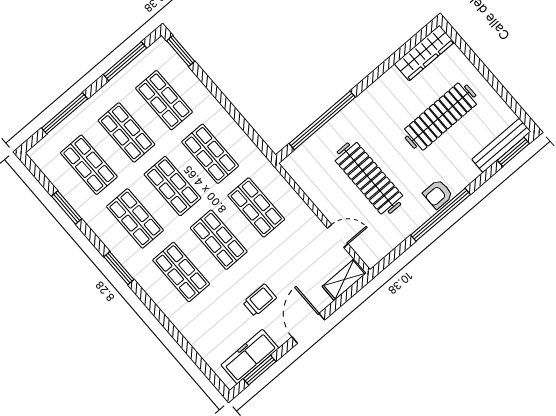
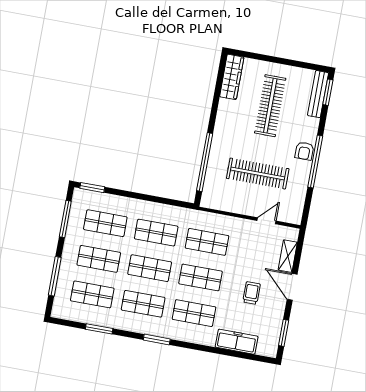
shelving: (344, 280) -> (288, 256), moved
freezer: (250, 357) -> (237, 342), moved, turned 90

